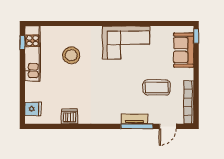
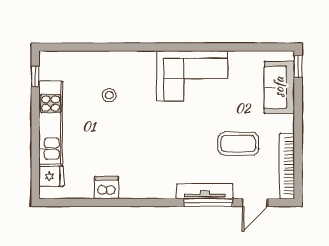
kitchen unit: (33, 53) -> (51, 123), moved
stool: (71, 55) -> (109, 95), width x0.53, depth x0.53
tv unit: (134, 119) -> (205, 191), width x1.41

